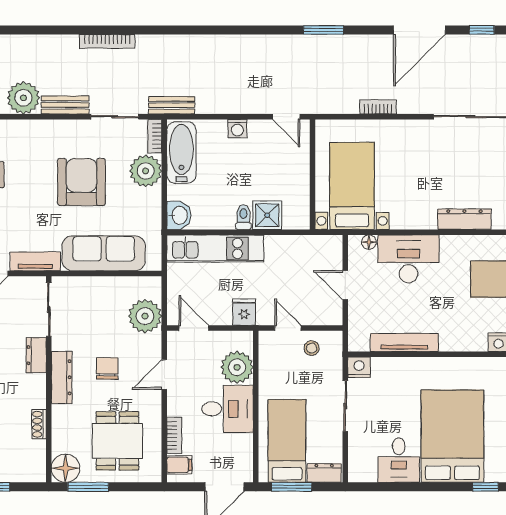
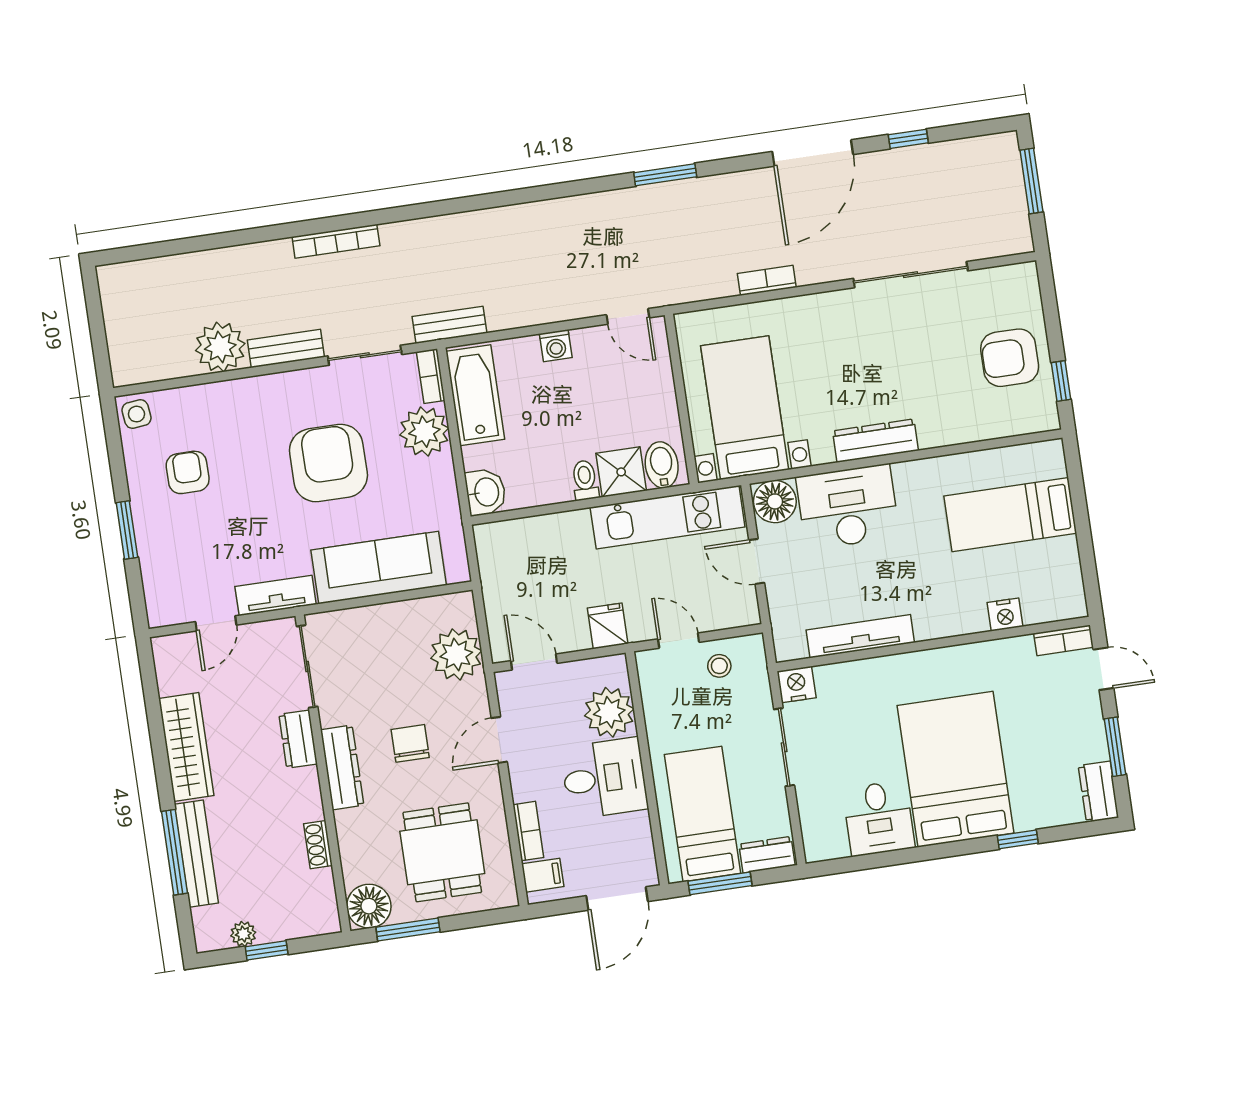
bidet: (294, 215) -> (662, 465), added
dresser: (464, 219) -> (875, 441), moved
floor lamp: (369, 242) -> (775, 501), width x1.89, depth x1.89
kitchen unit: (215, 248) -> (668, 517), moved

